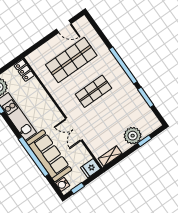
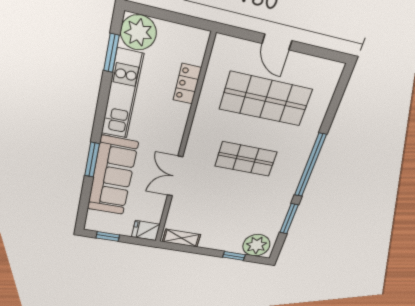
door: (64, 26) -> (277, 42), moved
locker: (24, 70) -> (187, 84), moved
plant: (133, 136) -> (256, 245), moved
window: (34, 157) -> (92, 160), width x0.47
water cooler: (63, 184) -> (94, 218), removed

